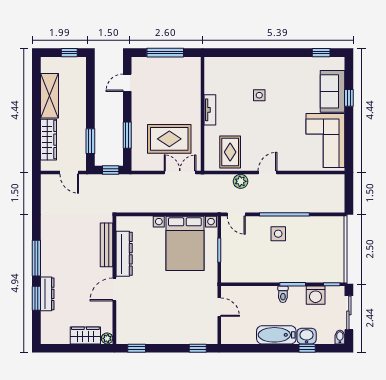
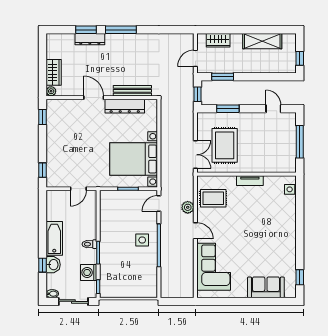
side table: (259, 95) -> (290, 189), moved
window: (349, 98) -> (260, 301), removed
wardrobe: (49, 140) -> (218, 40), width x0.67
corner sofa: (325, 140) -> (214, 267), moved, turned 90

